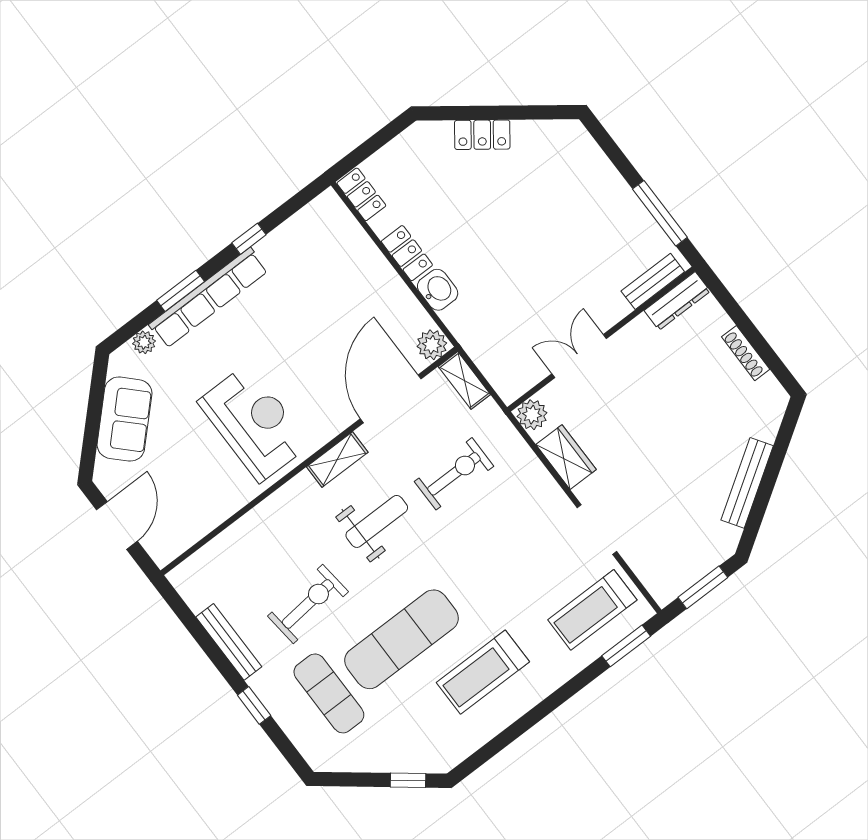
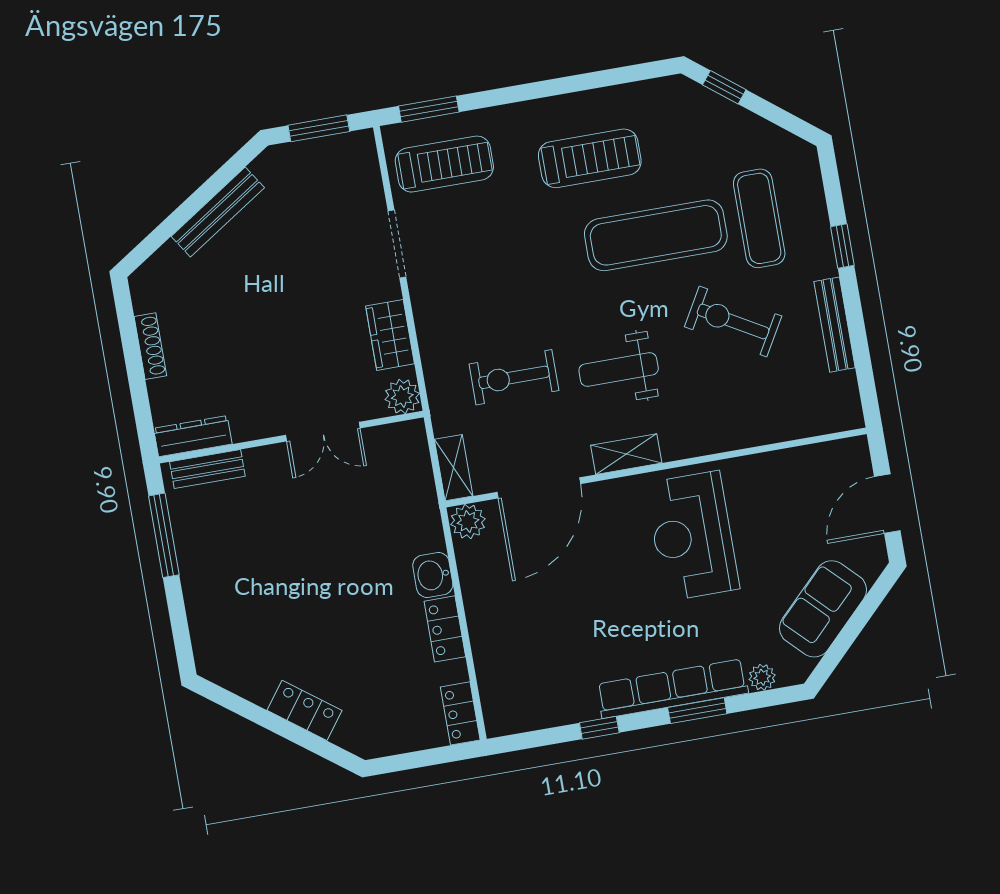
exercise bike: (308, 604) -> (733, 321), turned 36

